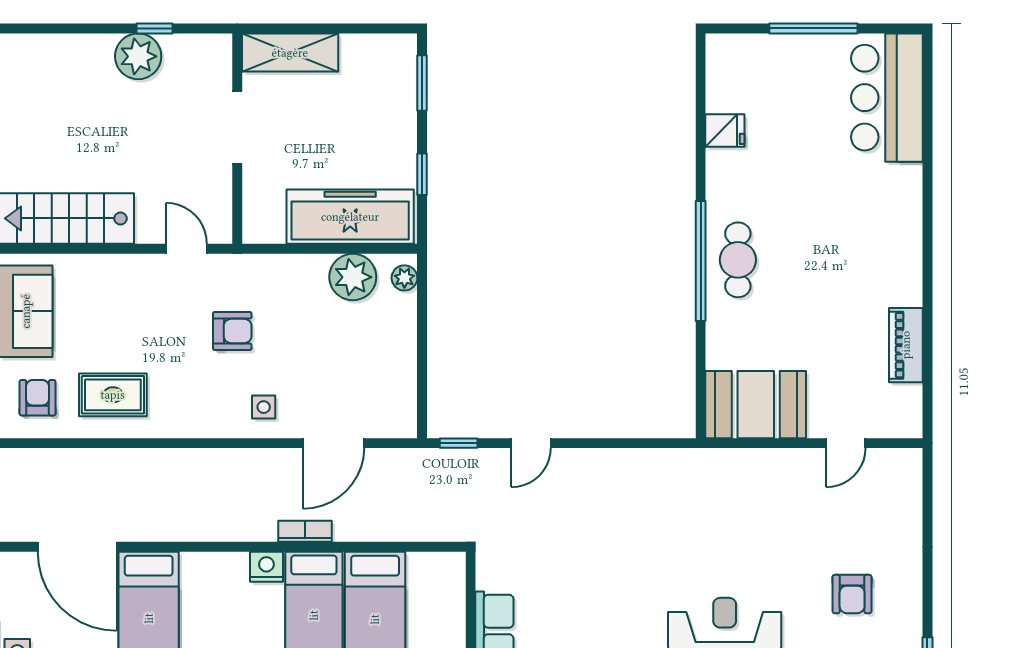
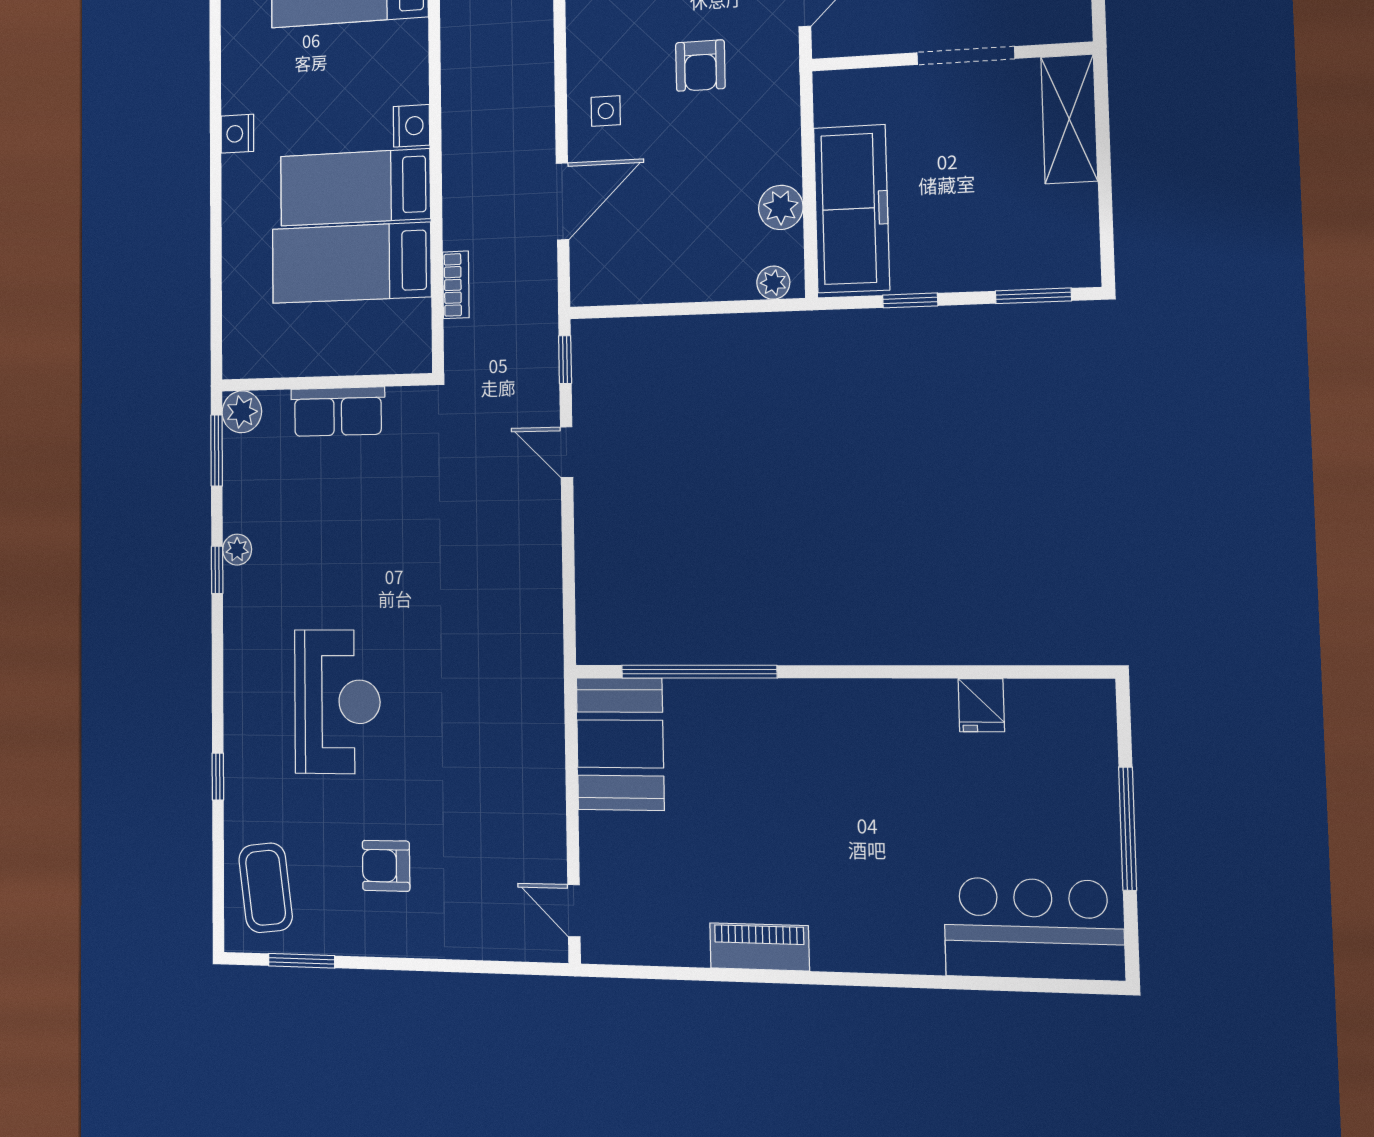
cafe table: (738, 260) -> (807, 722), removed
window: (701, 261) -> (699, 672), moved
plant: (353, 277) -> (781, 207), width x0.73, depth x0.73
piano: (906, 345) -> (759, 947), moved
door: (334, 443) -> (563, 201), swing flipped
door: (846, 443) -> (574, 911), moved
bookcase: (305, 531) -> (456, 285), moved

